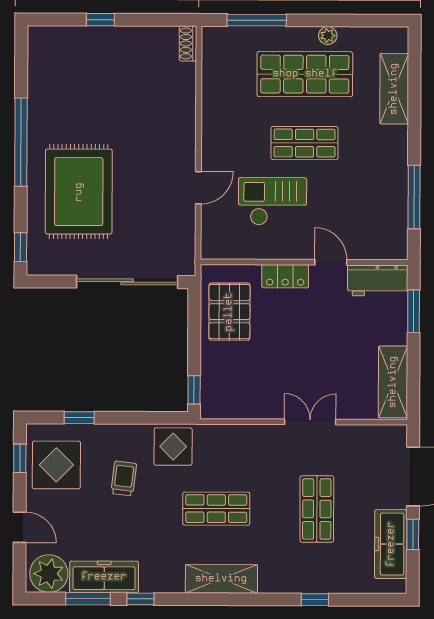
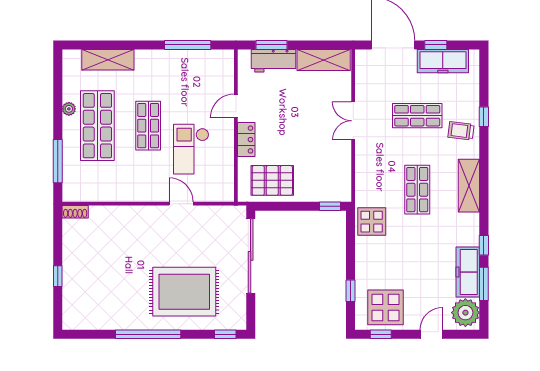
workbench: (378, 280) -> (274, 61), moved, turned 90
trolley: (124, 478) -> (461, 131), moved

